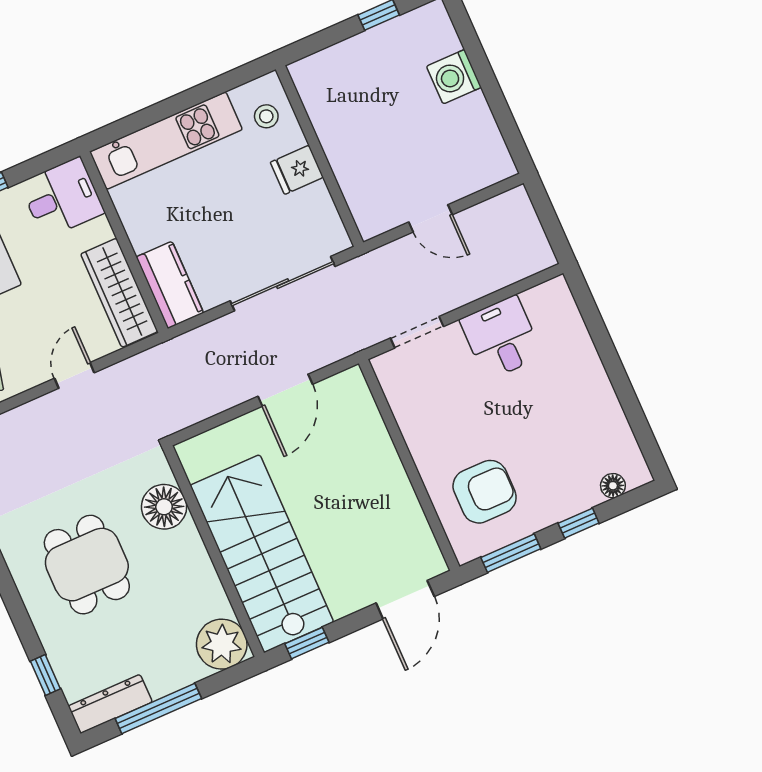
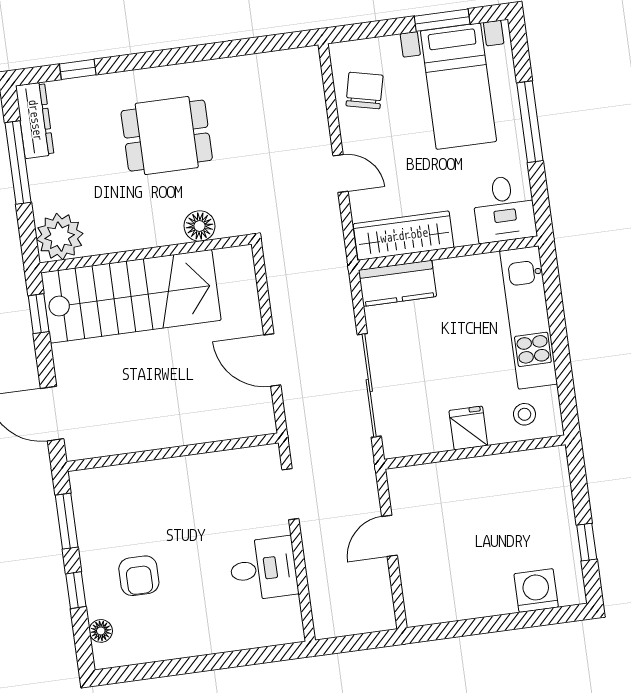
washing machine: (454, 77) -> (536, 591), moved
armchair: (485, 492) -> (139, 576), moved, width x0.72, depth x0.72
floor lamp: (164, 507) -> (199, 226), width x0.73, depth x0.73

